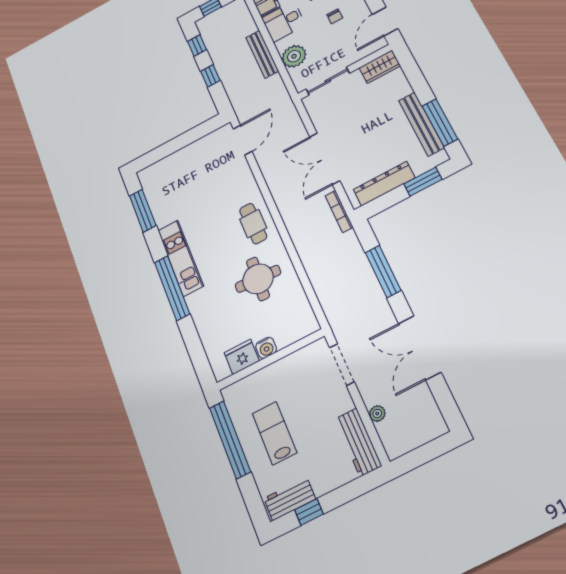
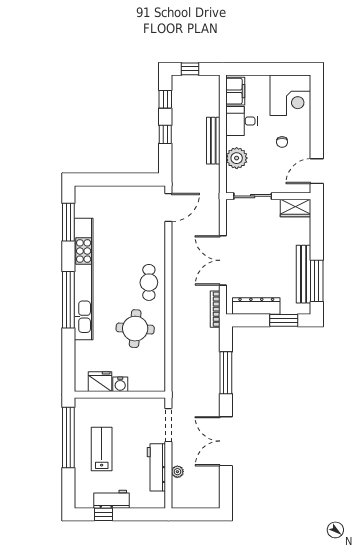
kitchen unit: (181, 258) -> (84, 279), width x1.86
workbench: (358, 442) -> (156, 467), moved
workbench: (290, 499) -> (111, 499), moved

